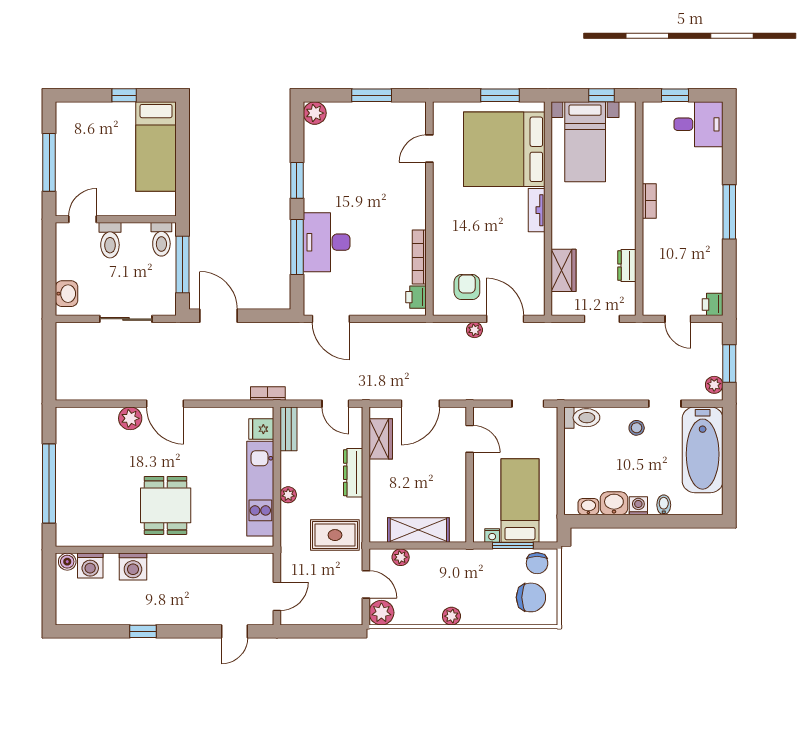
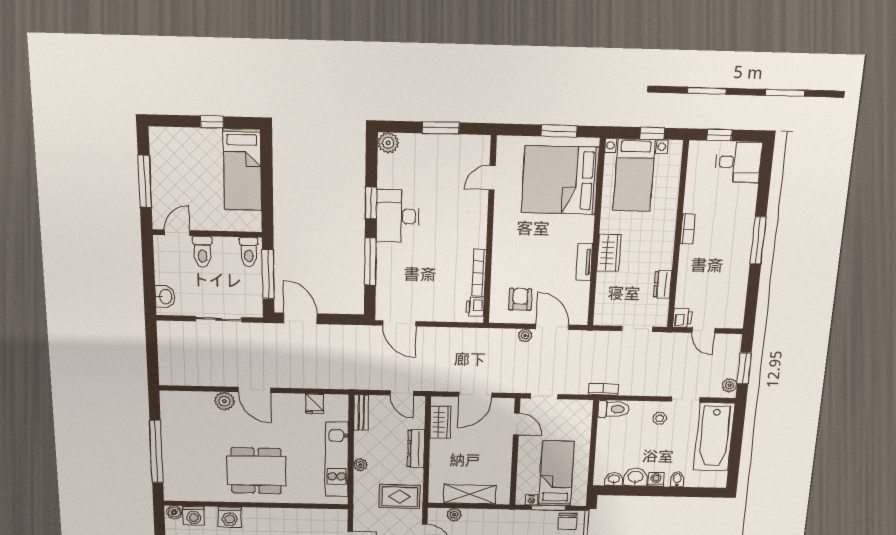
tv unit: (537, 210) -> (584, 262), moved
desk: (327, 242) -> (398, 216), moved
wardrobe: (564, 270) -> (609, 253), moved
printer: (713, 304) -> (682, 318), moved, turned 180
bookcase: (268, 394) -> (603, 390), moved
doorway: (528, 404) -> (544, 396), moved
fridge: (261, 429) -> (314, 404), moved, turned -90
dining table: (166, 505) -> (256, 471), width x1.38

